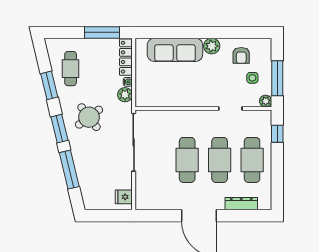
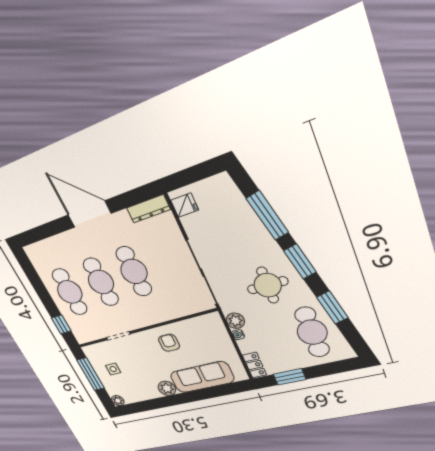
window: (102, 32) -> (290, 377), width x0.69
armchair: (241, 55) -> (169, 343), moved
locker: (126, 57) -> (254, 365), width x0.66
cafe table: (71, 69) -> (312, 332), width x1.37, depth x1.35
plant: (266, 101) -> (118, 401), moved
round table: (89, 117) -> (268, 285), turned 37
dresser: (241, 204) -> (148, 209), moved

